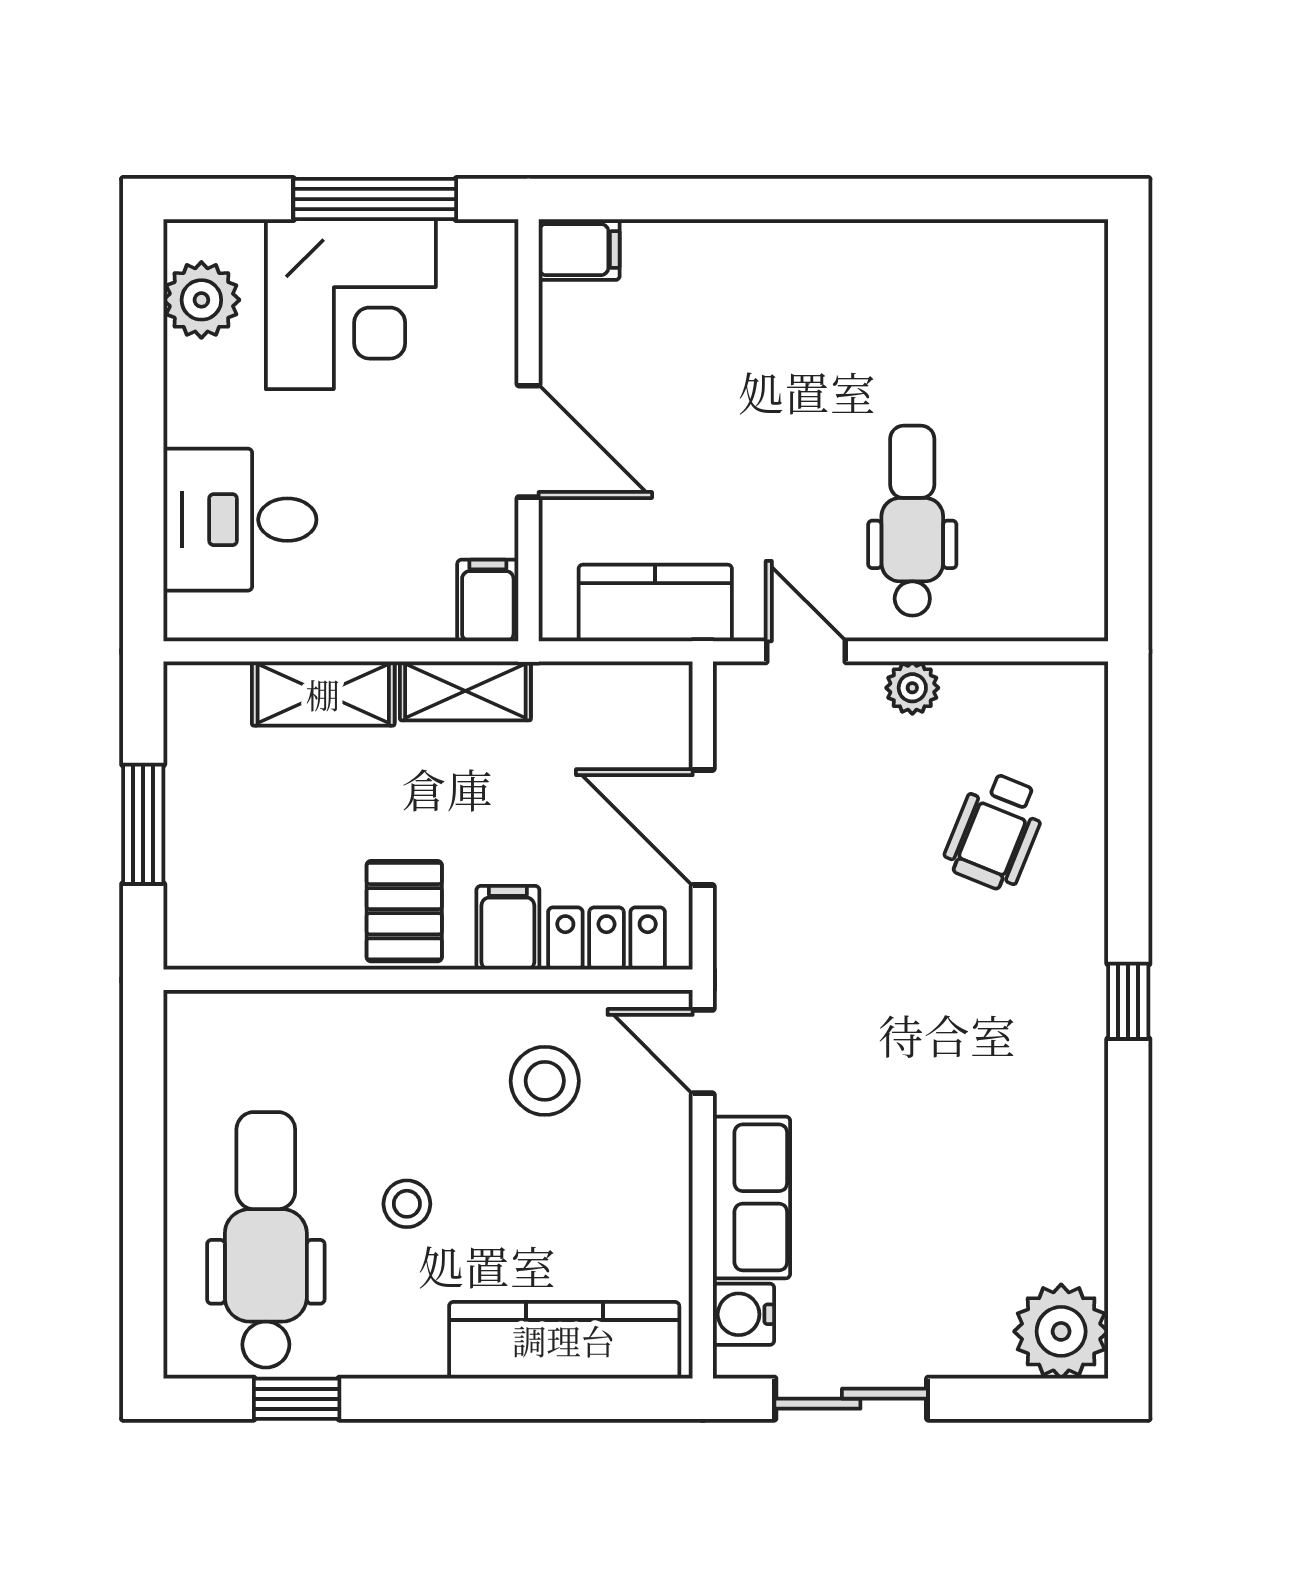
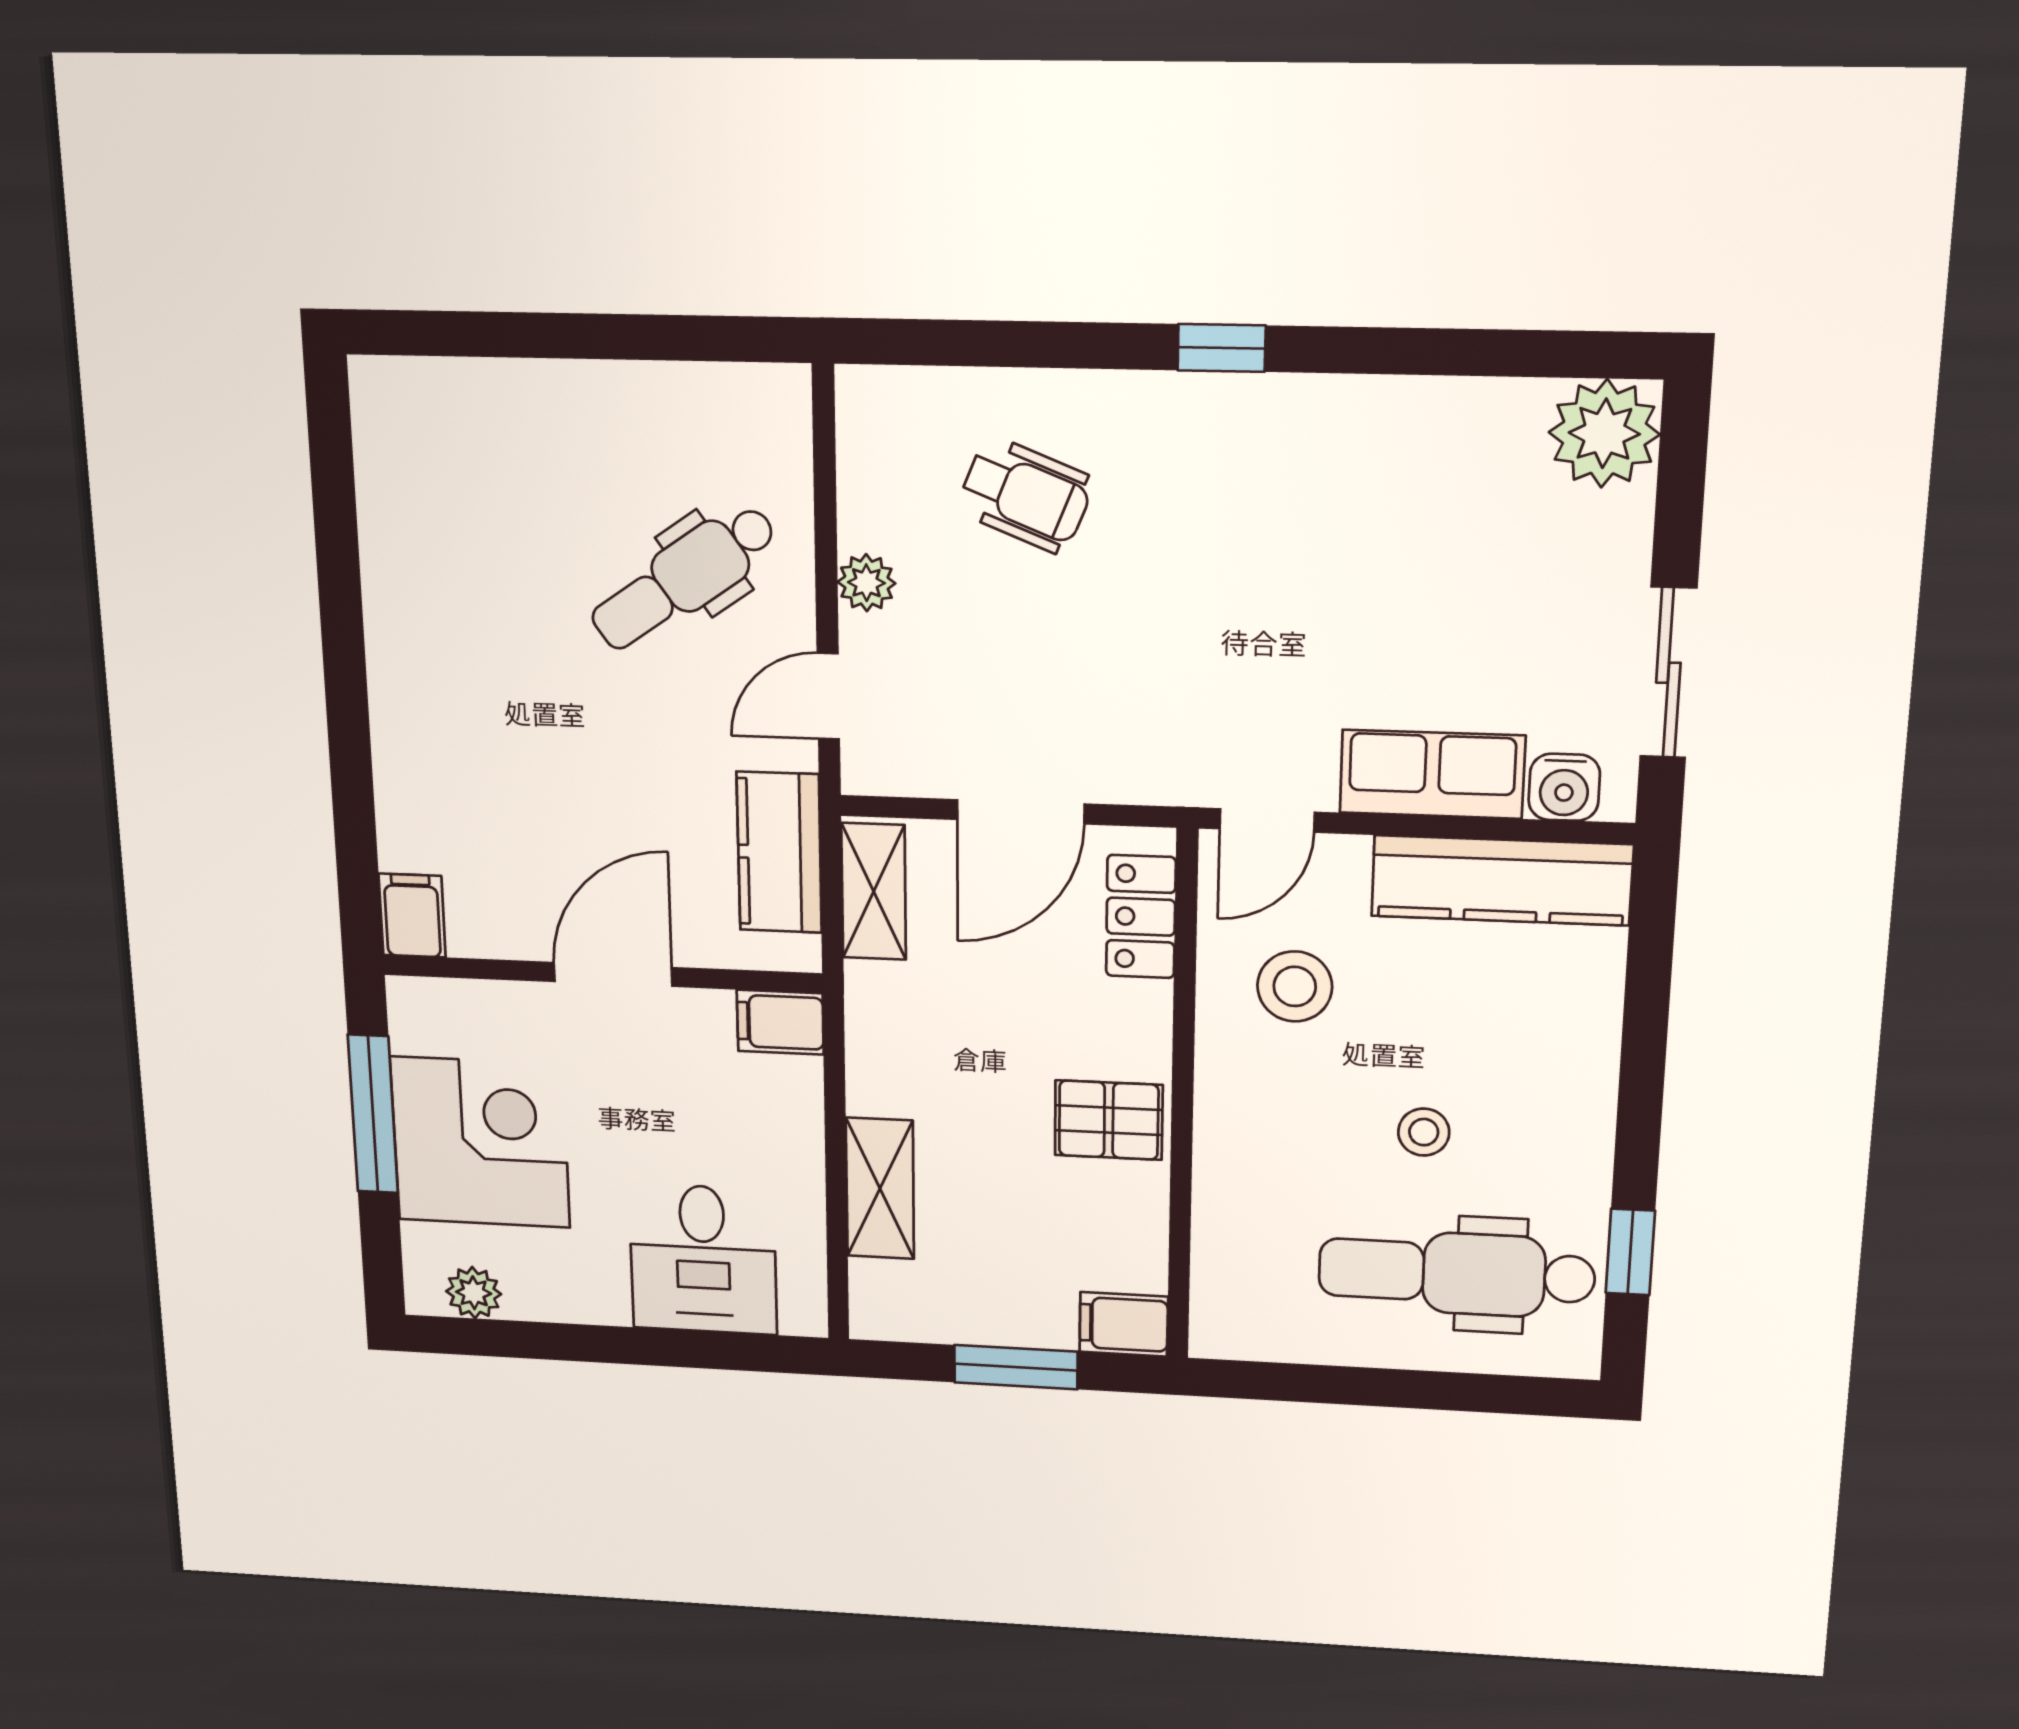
plant: (201, 300) -> (474, 1293), width x0.73, depth x0.73
dental chair: (912, 521) -> (684, 578), turned -35
shelving: (465, 691) -> (874, 892), moved
filing cabinet: (508, 928) -> (1124, 1324), moved
kitchen counter: (564, 1340) -> (1502, 880), moved, turned -90

